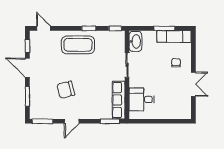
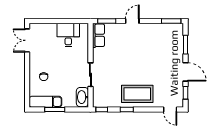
double door: (193, 84) -> (27, 40), moved
chair: (66, 90) -> (149, 51), removed
desk: (142, 99) -> (68, 35), moved, turned -90
row of seats: (119, 100) -> (98, 35), width x0.68
door: (72, 121) -> (132, 21), moved

